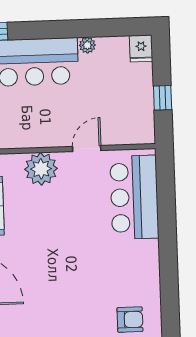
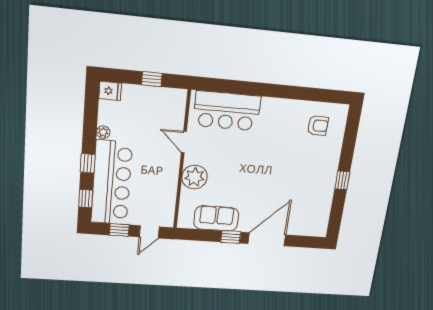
window: (44, 30) -> (88, 163), added
armchair: (130, 320) -> (318, 126), turned 90

